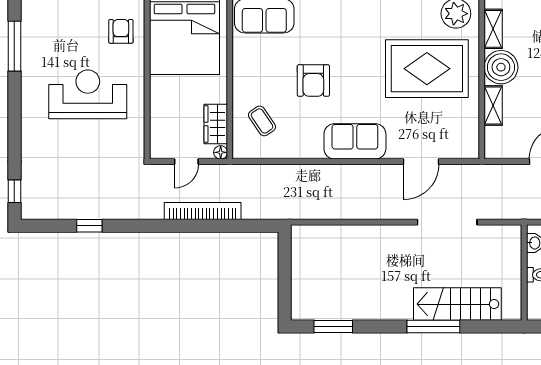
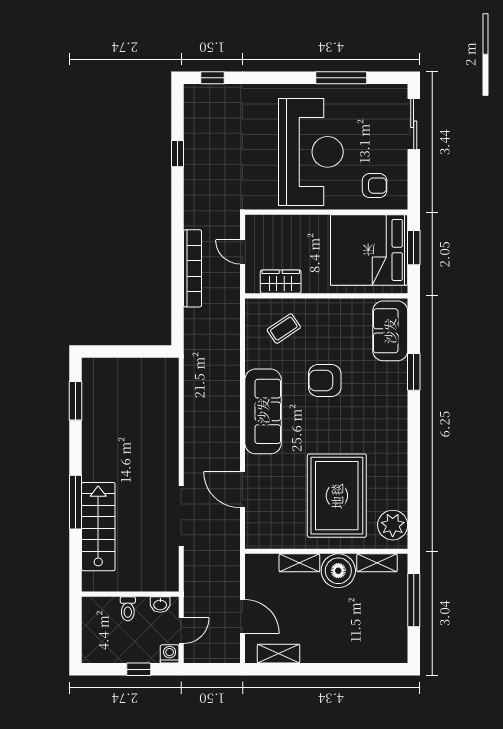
window: (14, 46) -> (341, 78), moved
reception desk: (88, 94) -> (311, 152), width x1.36, depth x1.30
sofa: (355, 141) -> (263, 411), width x1.36
floor lamp: (221, 152) -> (252, 287), removed

